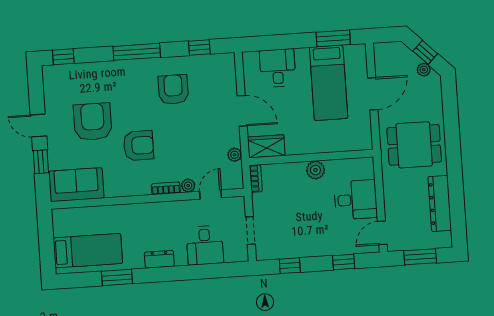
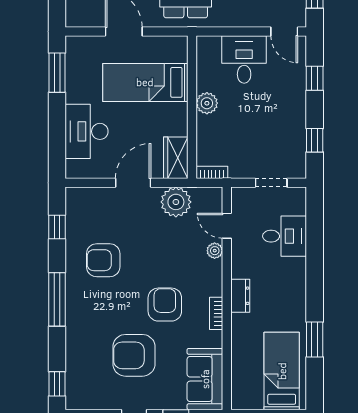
desk: (278, 68) -> (87, 131), width x1.37
bed: (329, 83) -> (145, 82), moved, turned 180
plant: (235, 155) -> (176, 202), width x1.87, depth x1.87
bookcase: (166, 188) -> (216, 313), moved
dresser: (159, 259) -> (240, 296), moved, turned 180

